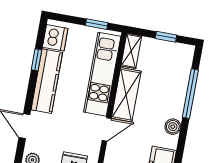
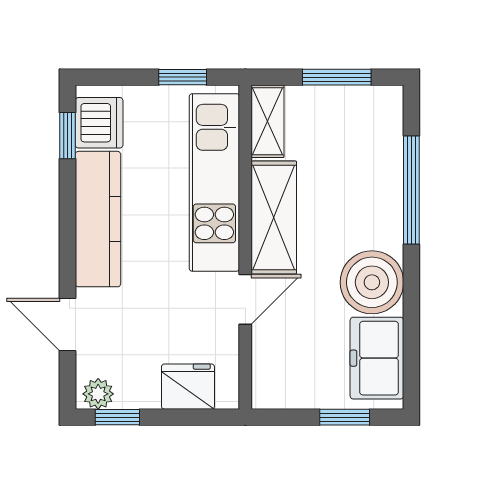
window: (166, 37) -> (337, 77), width x1.50
window: (36, 60) -> (67, 136), moved
boiler: (173, 127) -> (372, 282), width x1.86, depth x1.86

